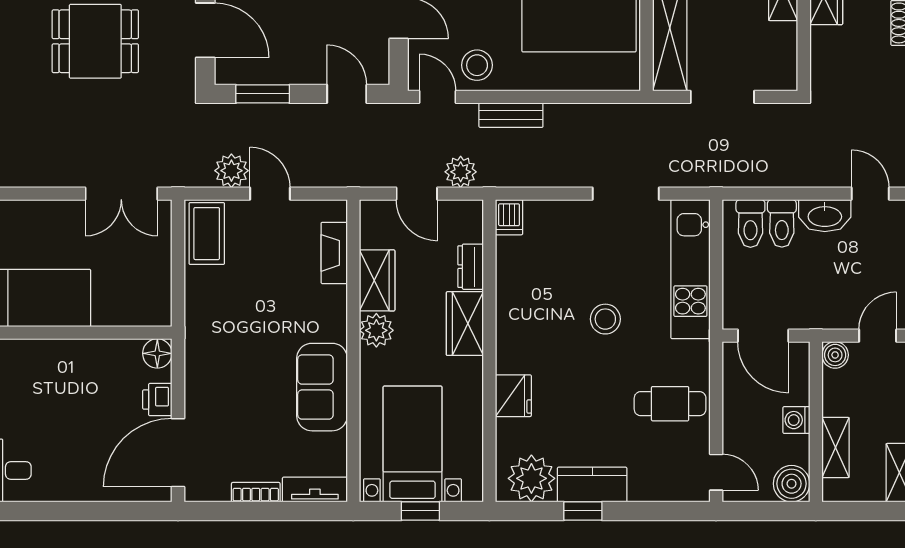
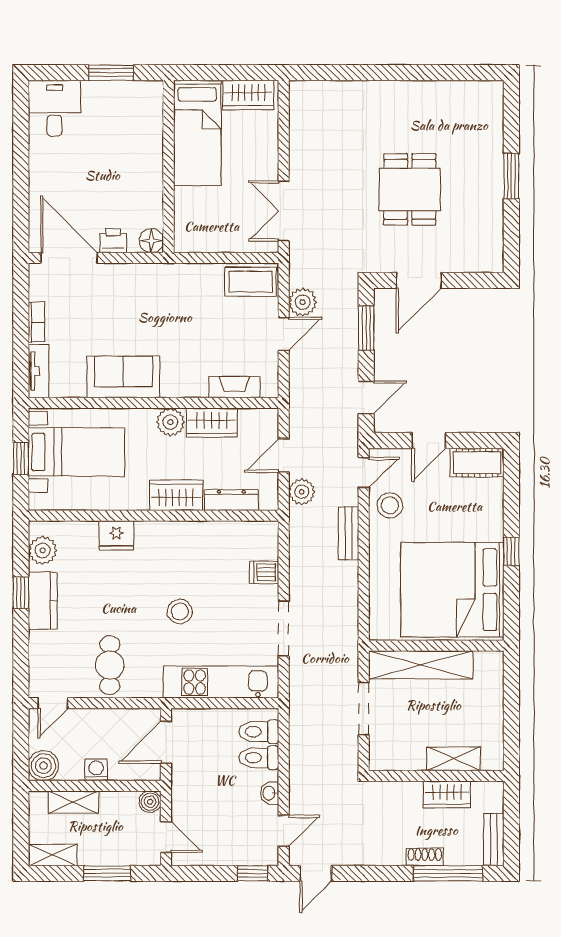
washbasin: (825, 216) -> (269, 793), width x0.52, depth x0.69
dishwasher: (509, 217) -> (264, 572), moved
dresser: (471, 267) -> (231, 500), width x1.44
plant: (531, 478) -> (43, 550), width x0.73, depth x0.73

